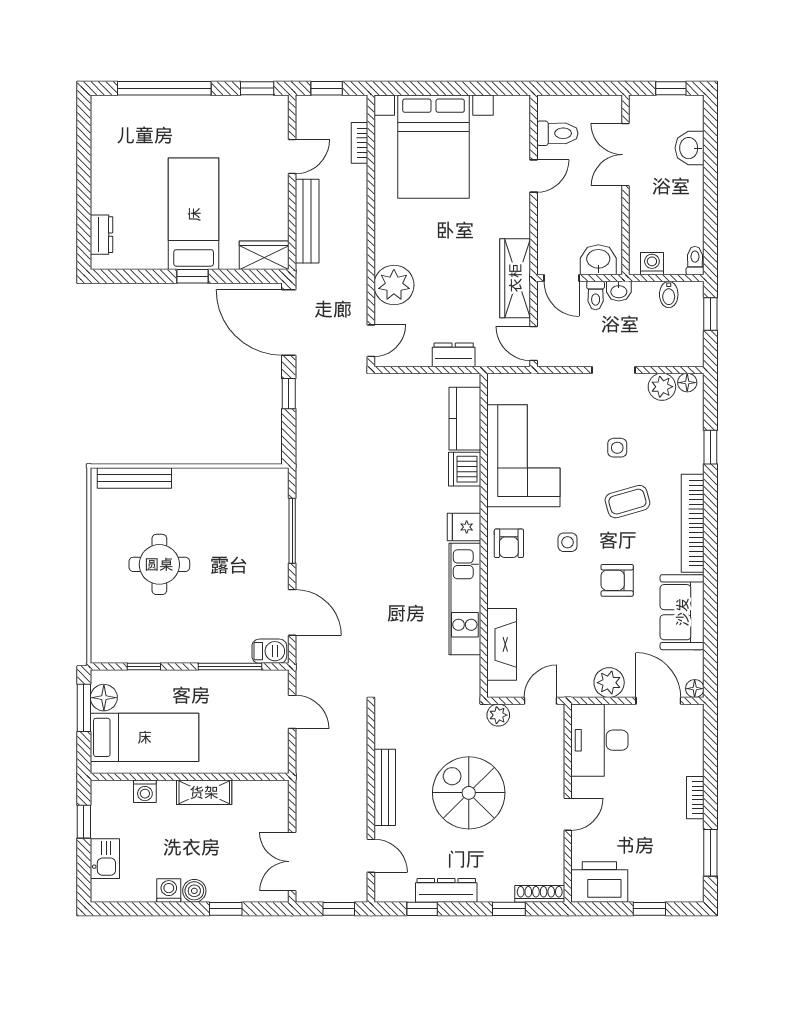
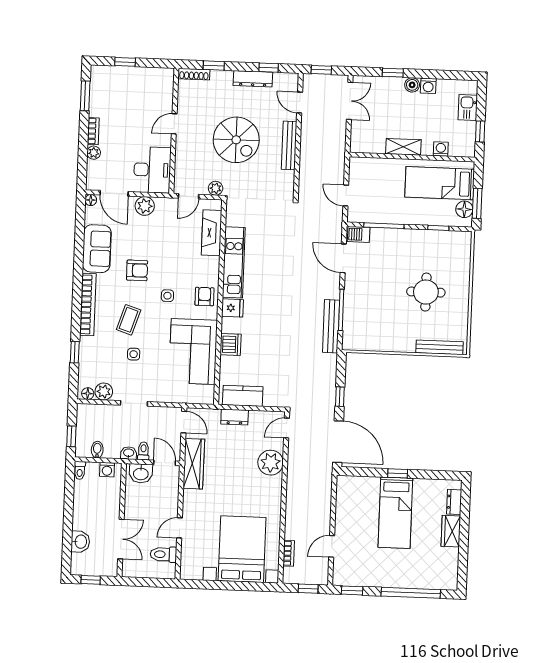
bench: (307, 221) -> (331, 326), moved
wardrobe: (264, 255) -> (451, 531), moved, turned 90
kitchen counter: (465, 419) -> (243, 396), moved, turned -90
coffee table: (627, 502) -> (129, 320), turned -56
plant: (693, 764) -> (94, 153), added
printer: (599, 882) -> (156, 80), removed

